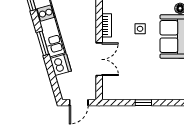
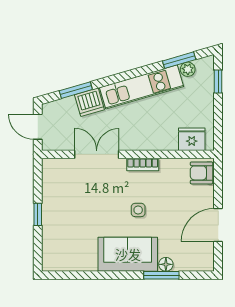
window: (43, 43) -> (76, 90), moved
double door: (99, 59) -> (97, 154), swing flipped

